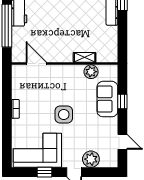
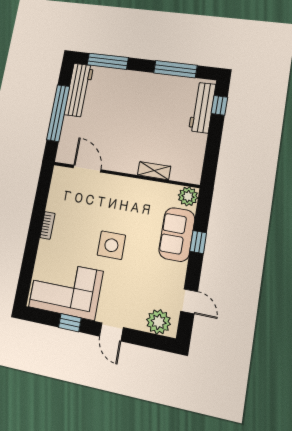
plant: (91, 72) -> (188, 196), moved
plant: (91, 159) -> (159, 322), moved

